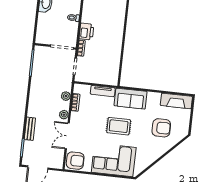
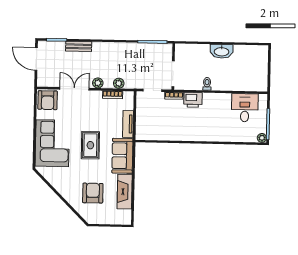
fireplace: (176, 101) -> (125, 192), moved
armchair: (161, 128) -> (93, 193), turned 180

